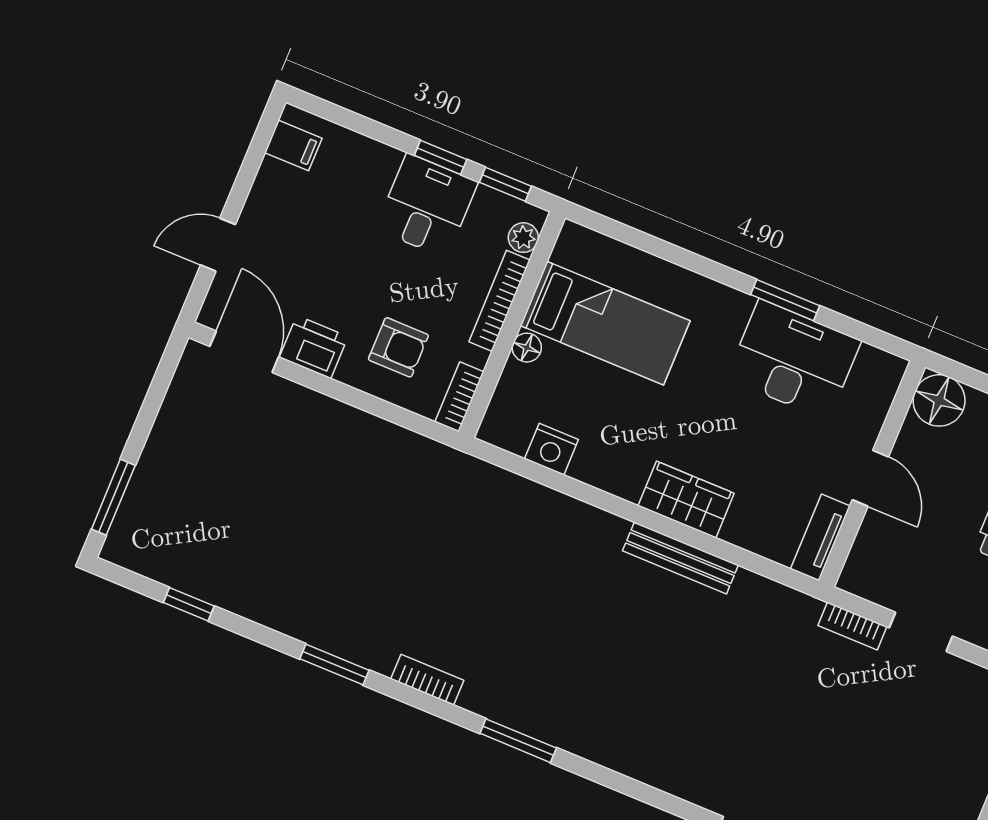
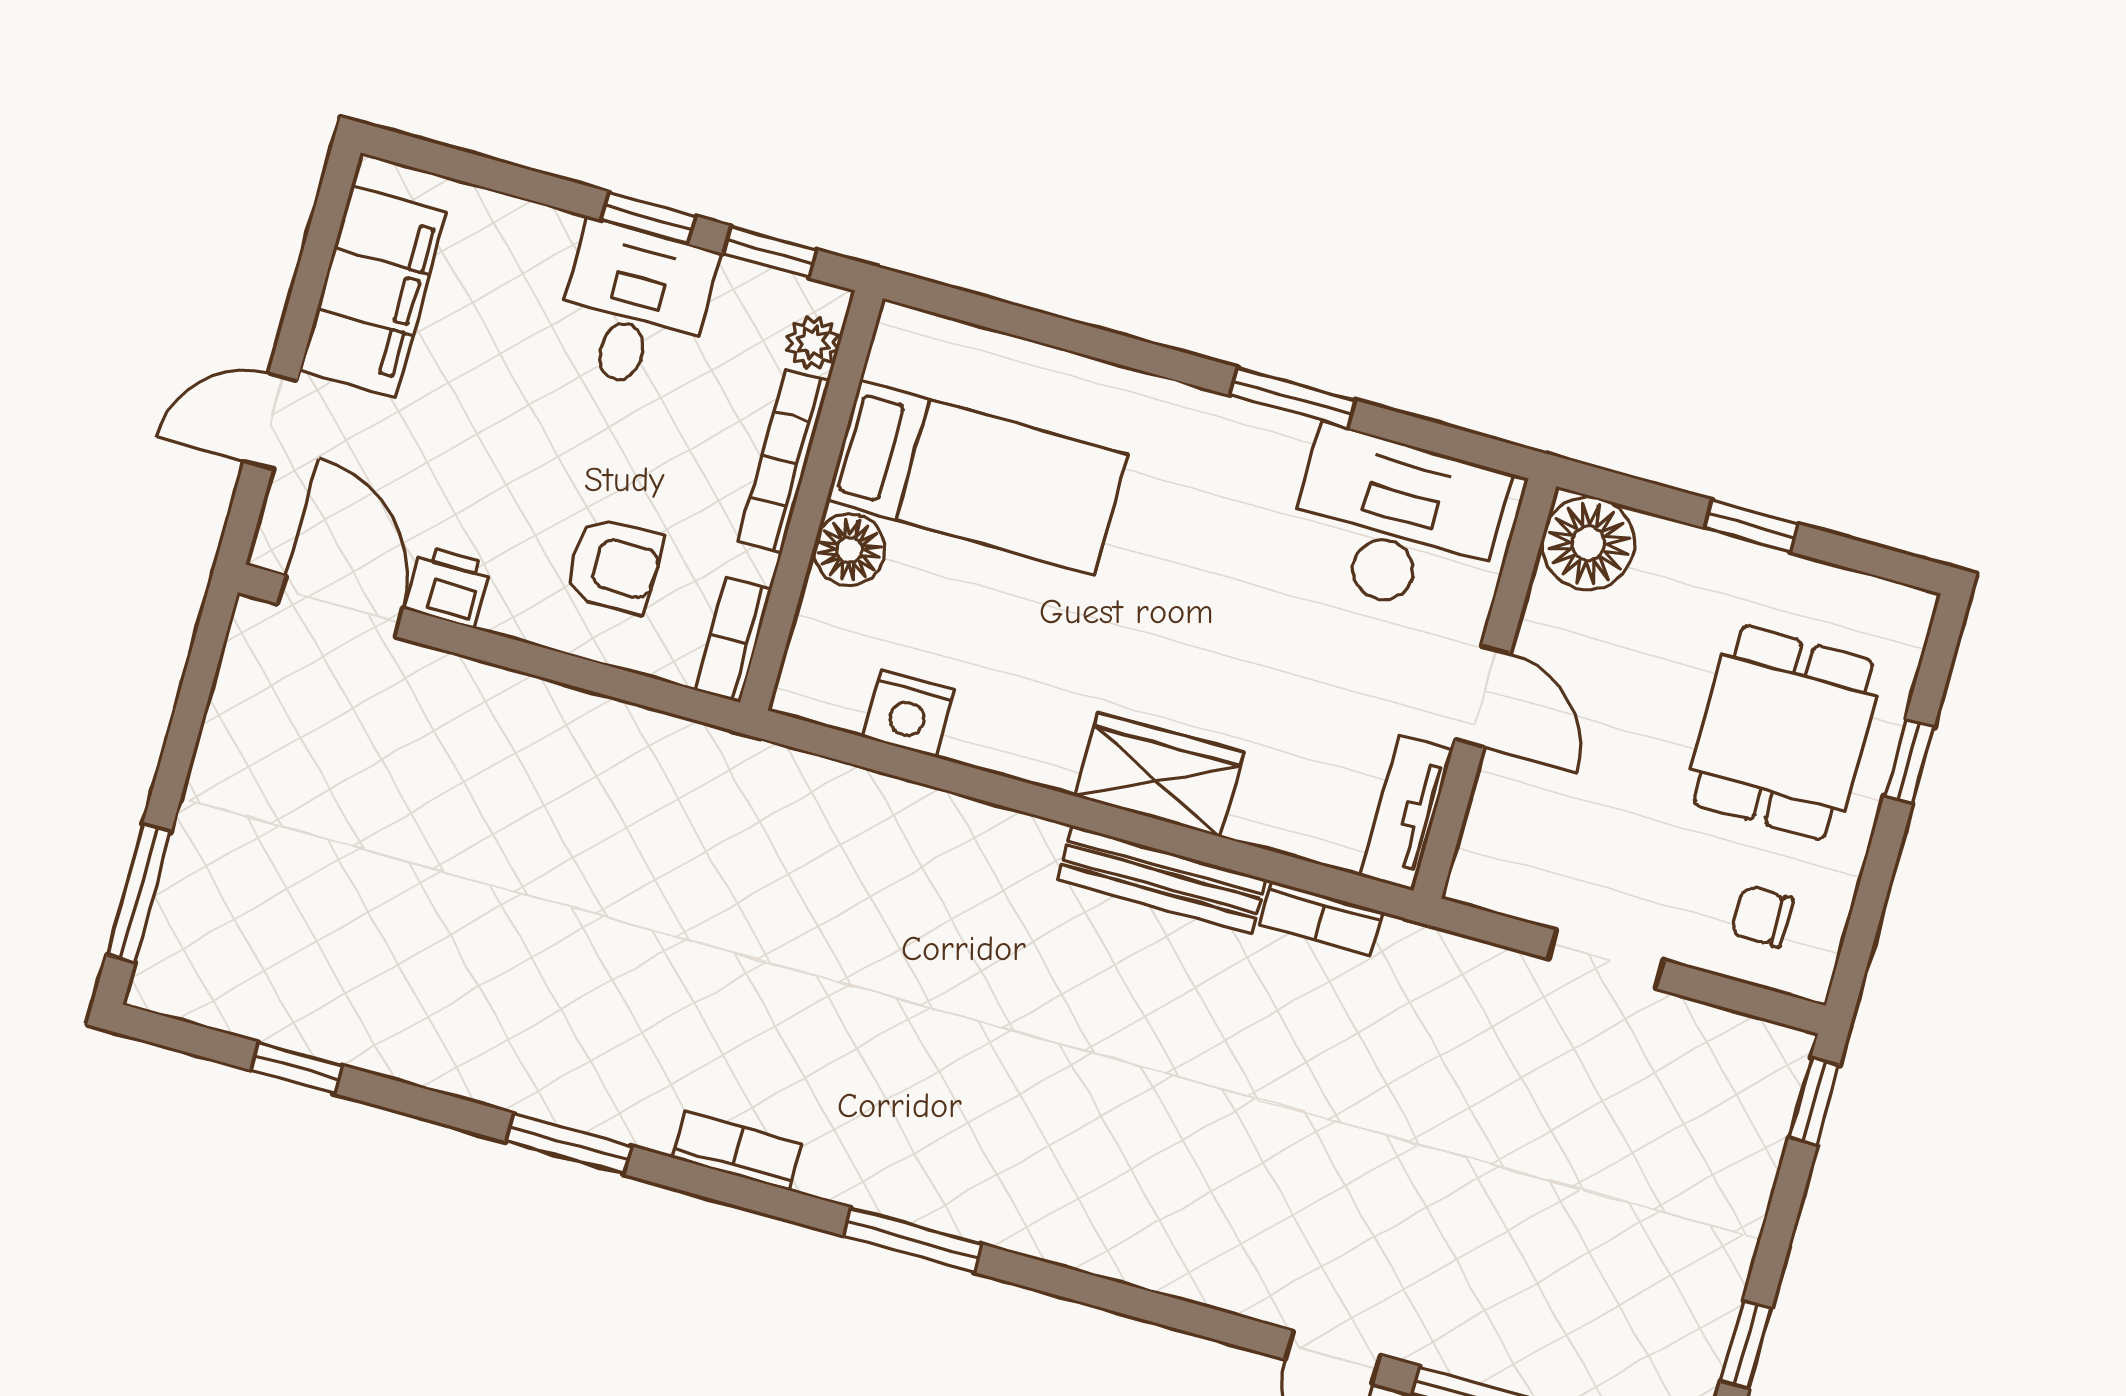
filing cabinet: (293, 145) -> (373, 292), width x3.00, depth x1.17
printer: (314, 347) -> (448, 587), width x0.73, depth x0.81
floor lamp: (527, 348) -> (849, 550), width x1.37, depth x1.37
desk: (794, 360) -> (1396, 523), moved
bookcase: (852, 626) -> (1321, 919), moved

